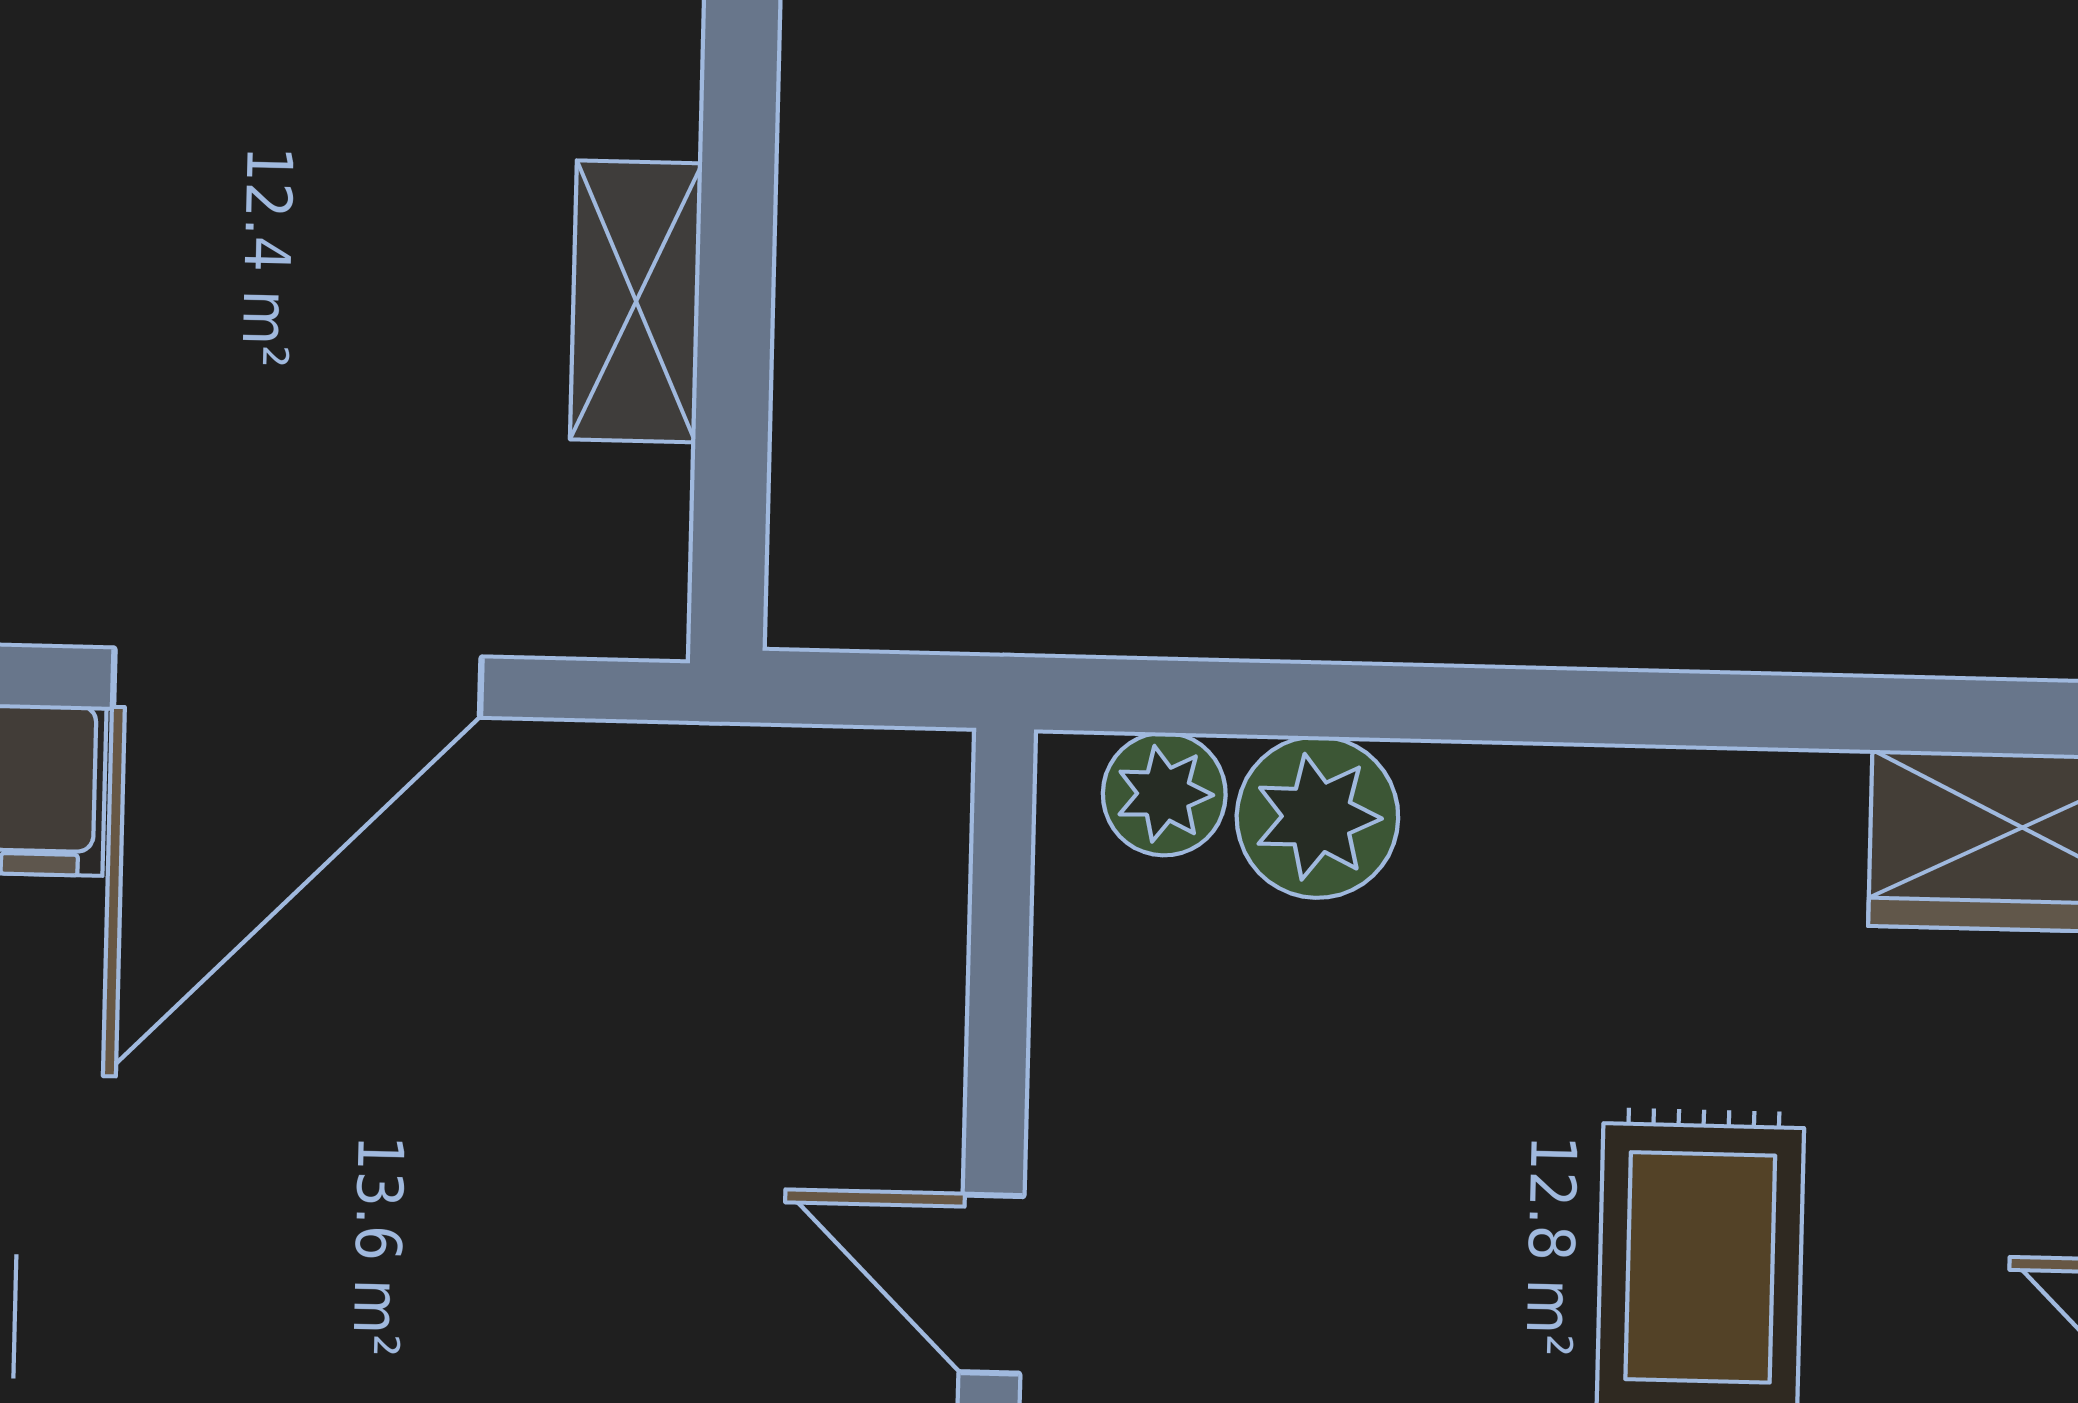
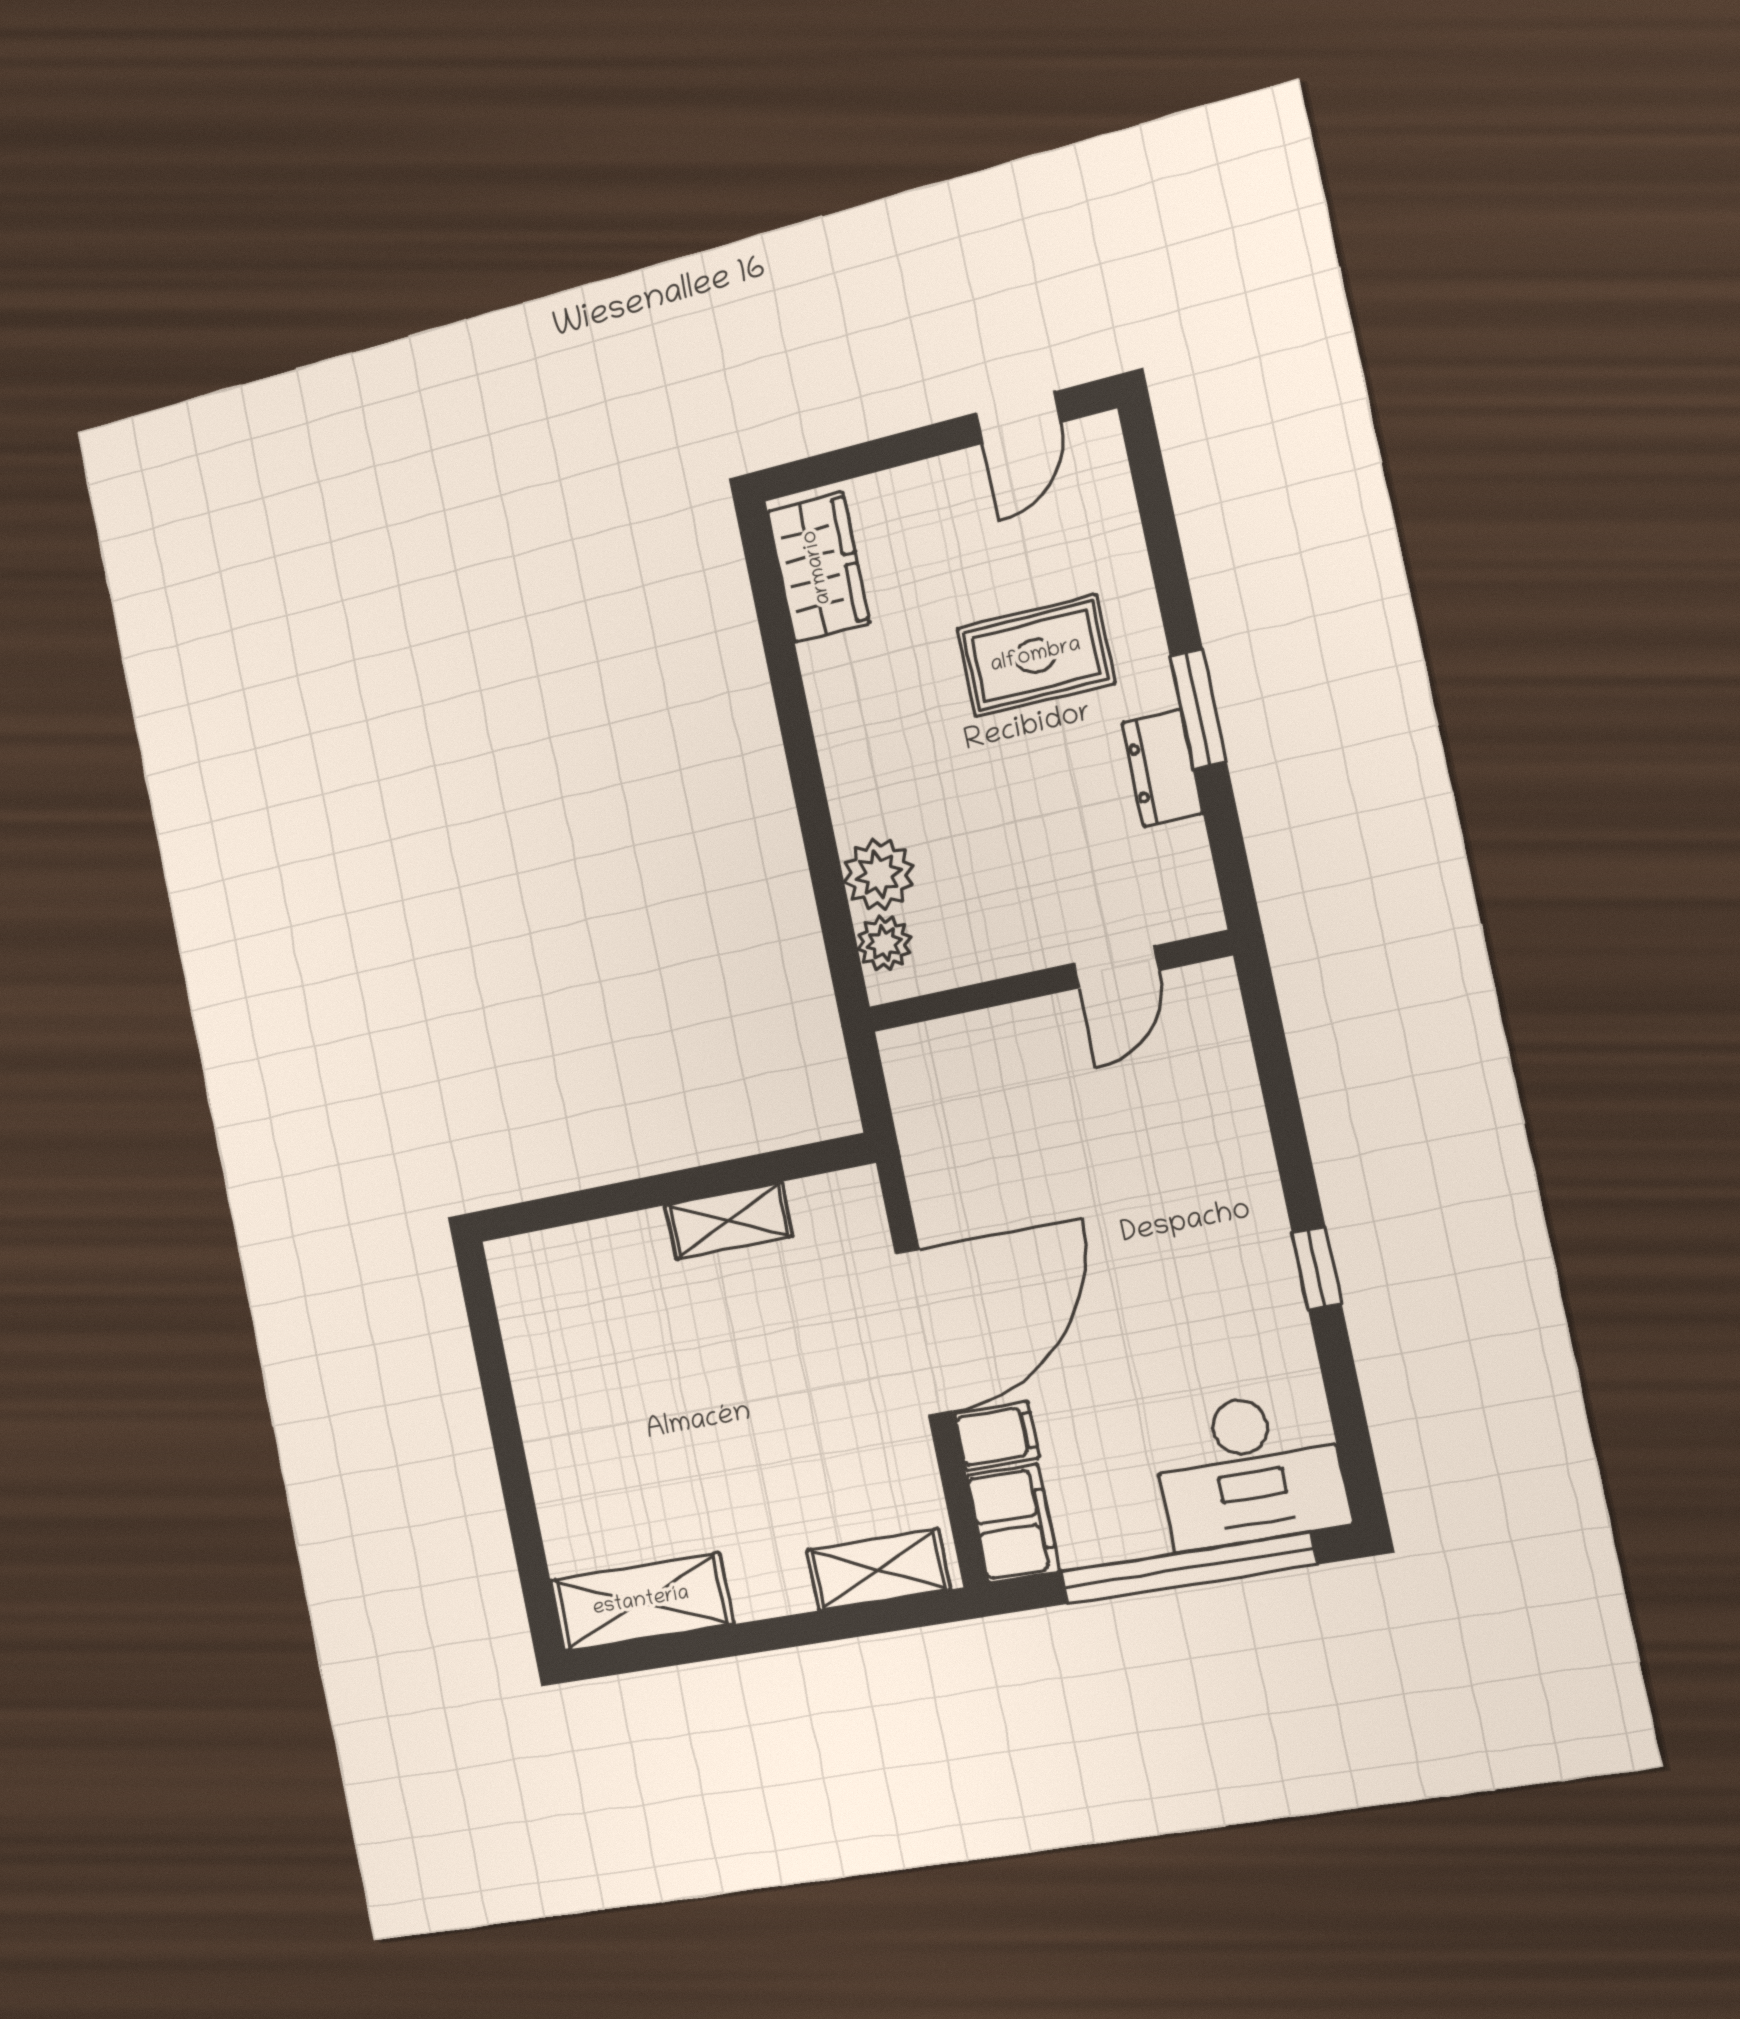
door: (297, 683) -> (924, 1333), hinge flipped

